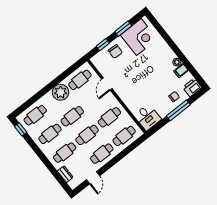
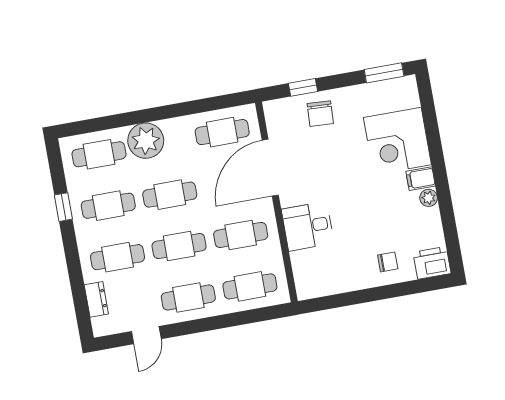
window: (123, 29) -> (384, 73), moved
corner desk: (139, 37) -> (397, 141), moved, turned 90
filing cabinet: (181, 71) -> (421, 179), moved
door: (107, 84) -> (270, 168), width x1.88
plant: (61, 92) -> (146, 141), moved
window: (178, 110) -> (381, 293), removed
desk: (148, 117) -> (308, 226), moved, turned 90
window: (21, 129) -> (63, 207), moved

